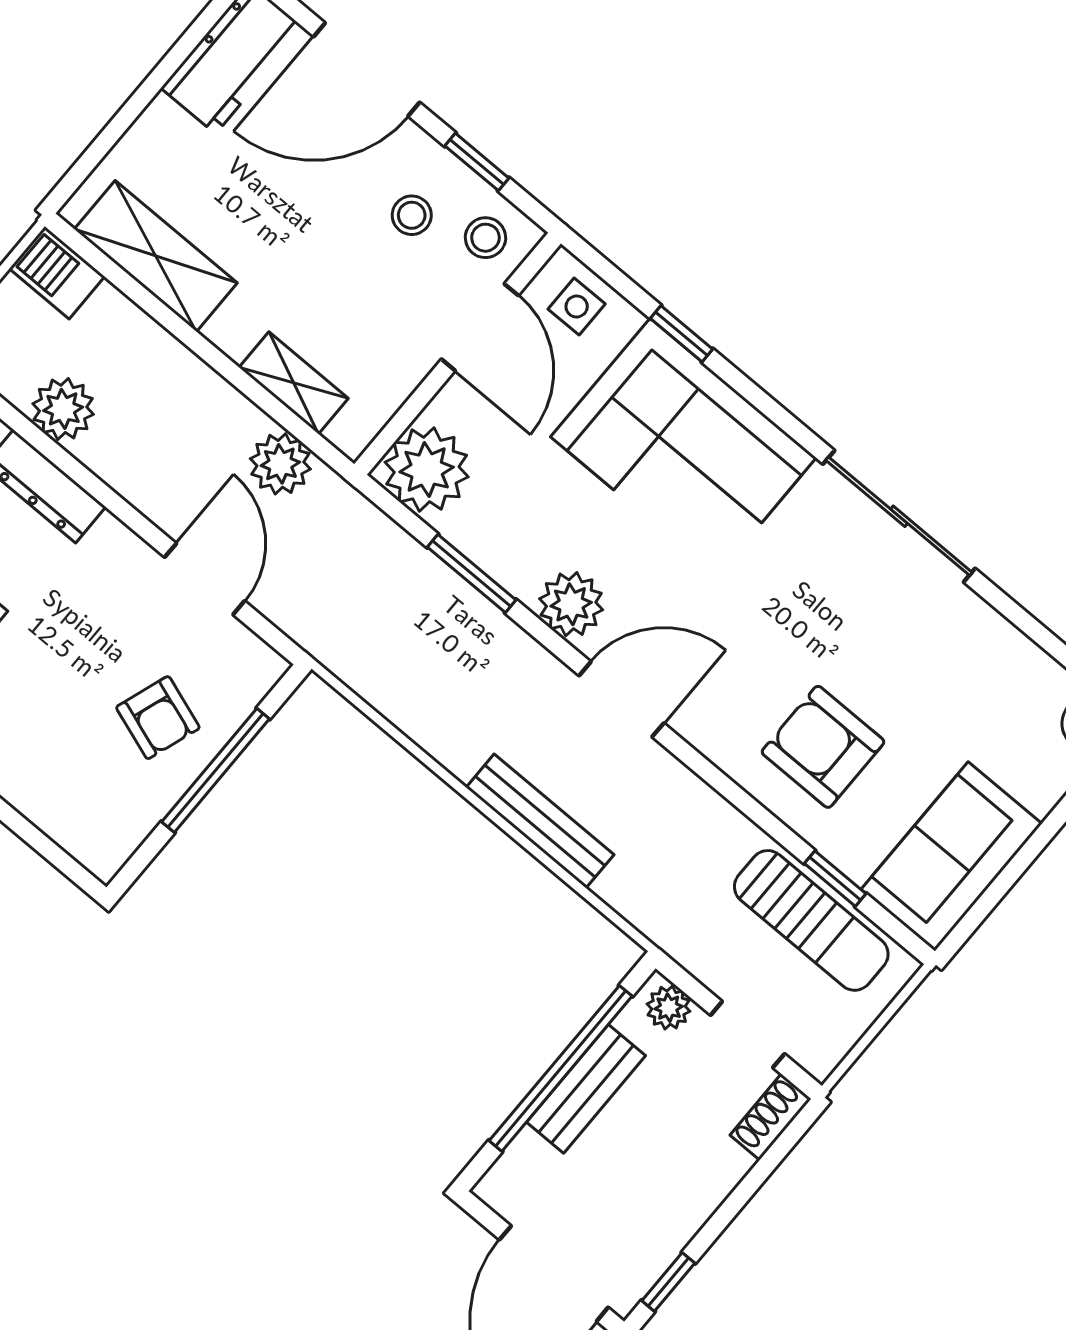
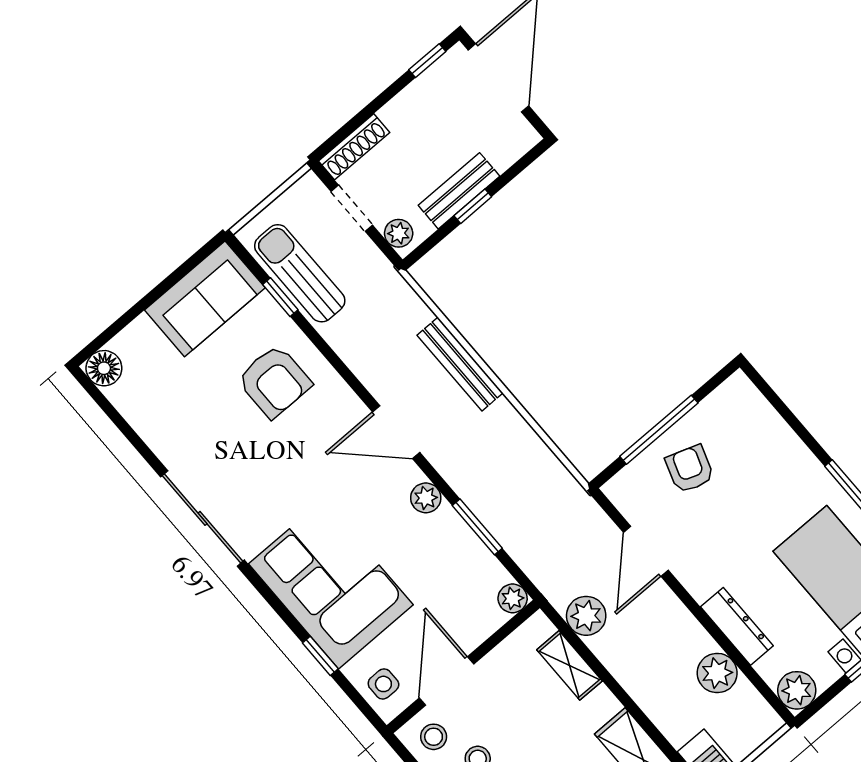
plant: (427, 470) -> (513, 598), width x0.53, depth x0.53
plant: (571, 604) -> (426, 498), width x0.73, depth x0.73
window: (561, 1068) -> (473, 206), width x0.32
shoe rack: (771, 1117) -> (354, 147), width x1.43

